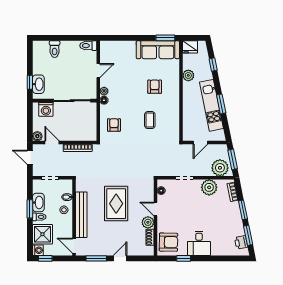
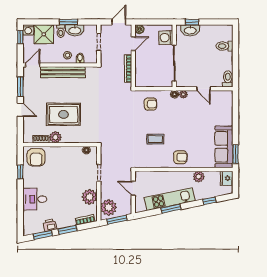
armchair: (155, 87) -> (180, 157), moved
rug: (116, 204) -> (64, 114), moved
door: (156, 209) -> (68, 145), removed
printer: (241, 242) -> (50, 225), moved
desk: (199, 243) -> (35, 199), moved

